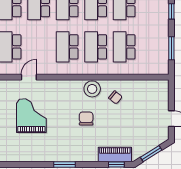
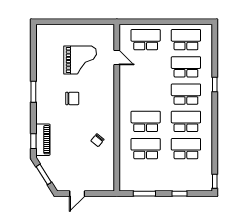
school desk: (67, 47) -> (146, 94), removed
stool: (92, 89) -> (105, 118), removed
chair: (86, 119) -> (72, 98), moved

